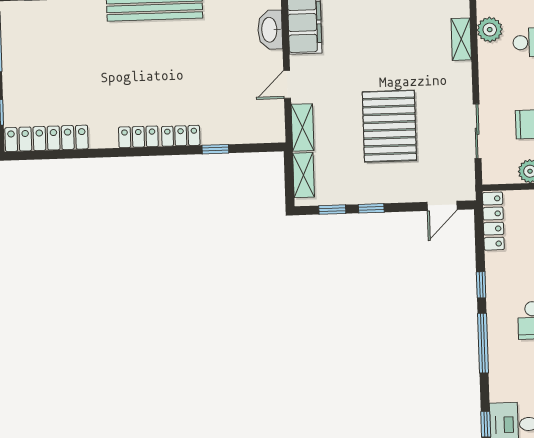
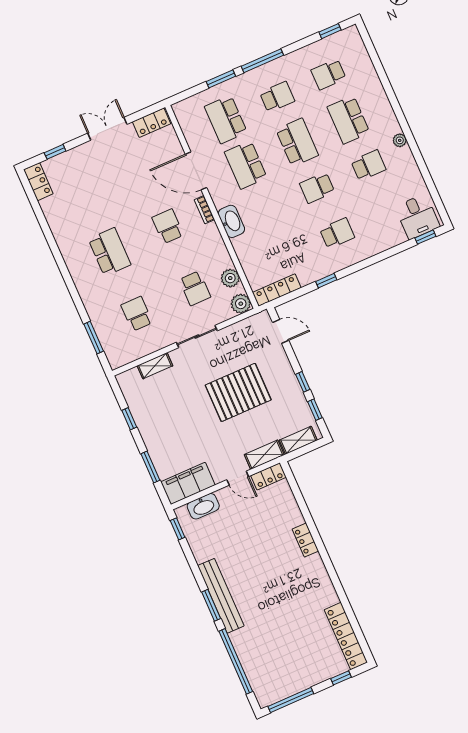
plant: (490, 30) -> (241, 304), moved
sliding door: (477, 131) -> (197, 336), moved
locker: (138, 137) -> (268, 476), moved, turned -90
window: (215, 149) -> (305, 511), removed
window: (483, 343) -> (368, 262), removed

